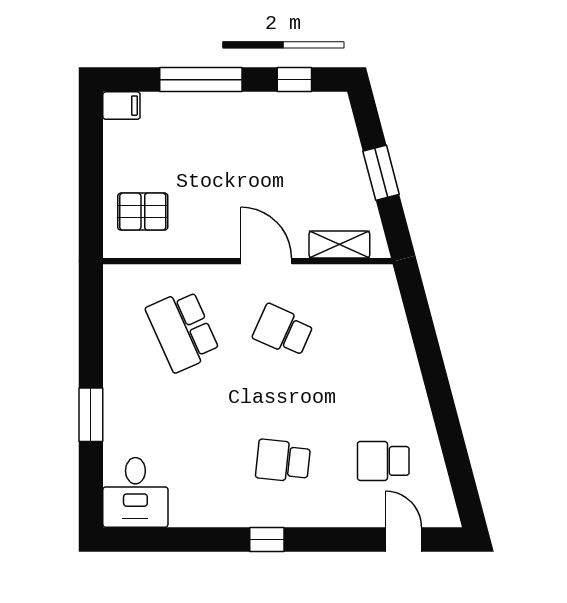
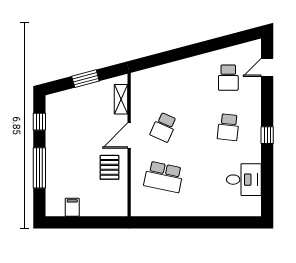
filing cabinet: (121, 106) -> (72, 207), moved
pallet: (143, 212) -> (110, 167), moved
school desk: (183, 331) -> (164, 177), turned 36
window: (91, 415) -> (205, 222), removed
desk: (135, 492) -> (244, 180), moved

